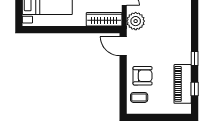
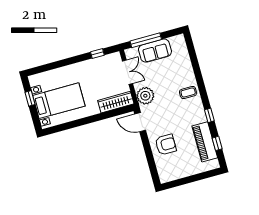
coffee table: (139, 97) -> (188, 92), moved

